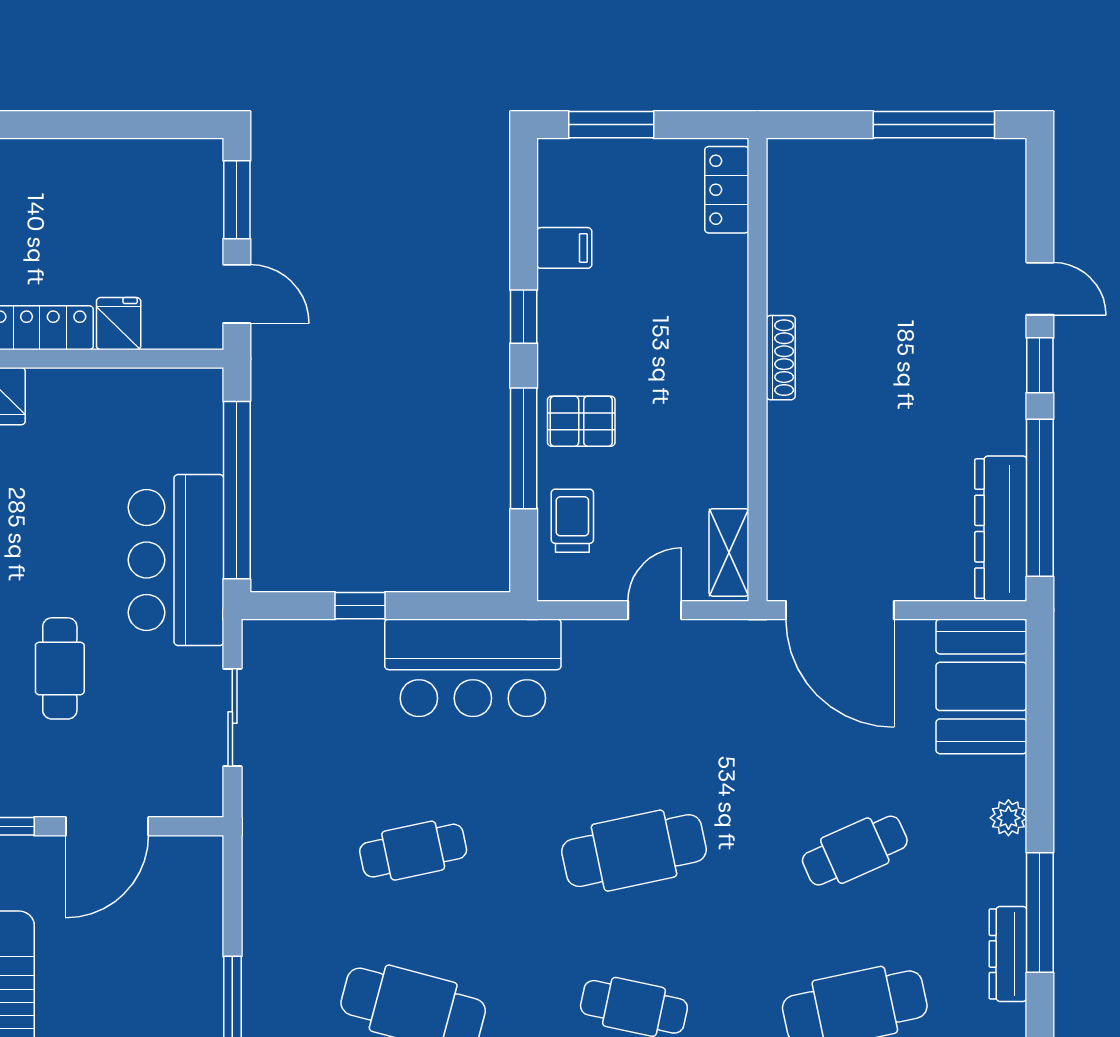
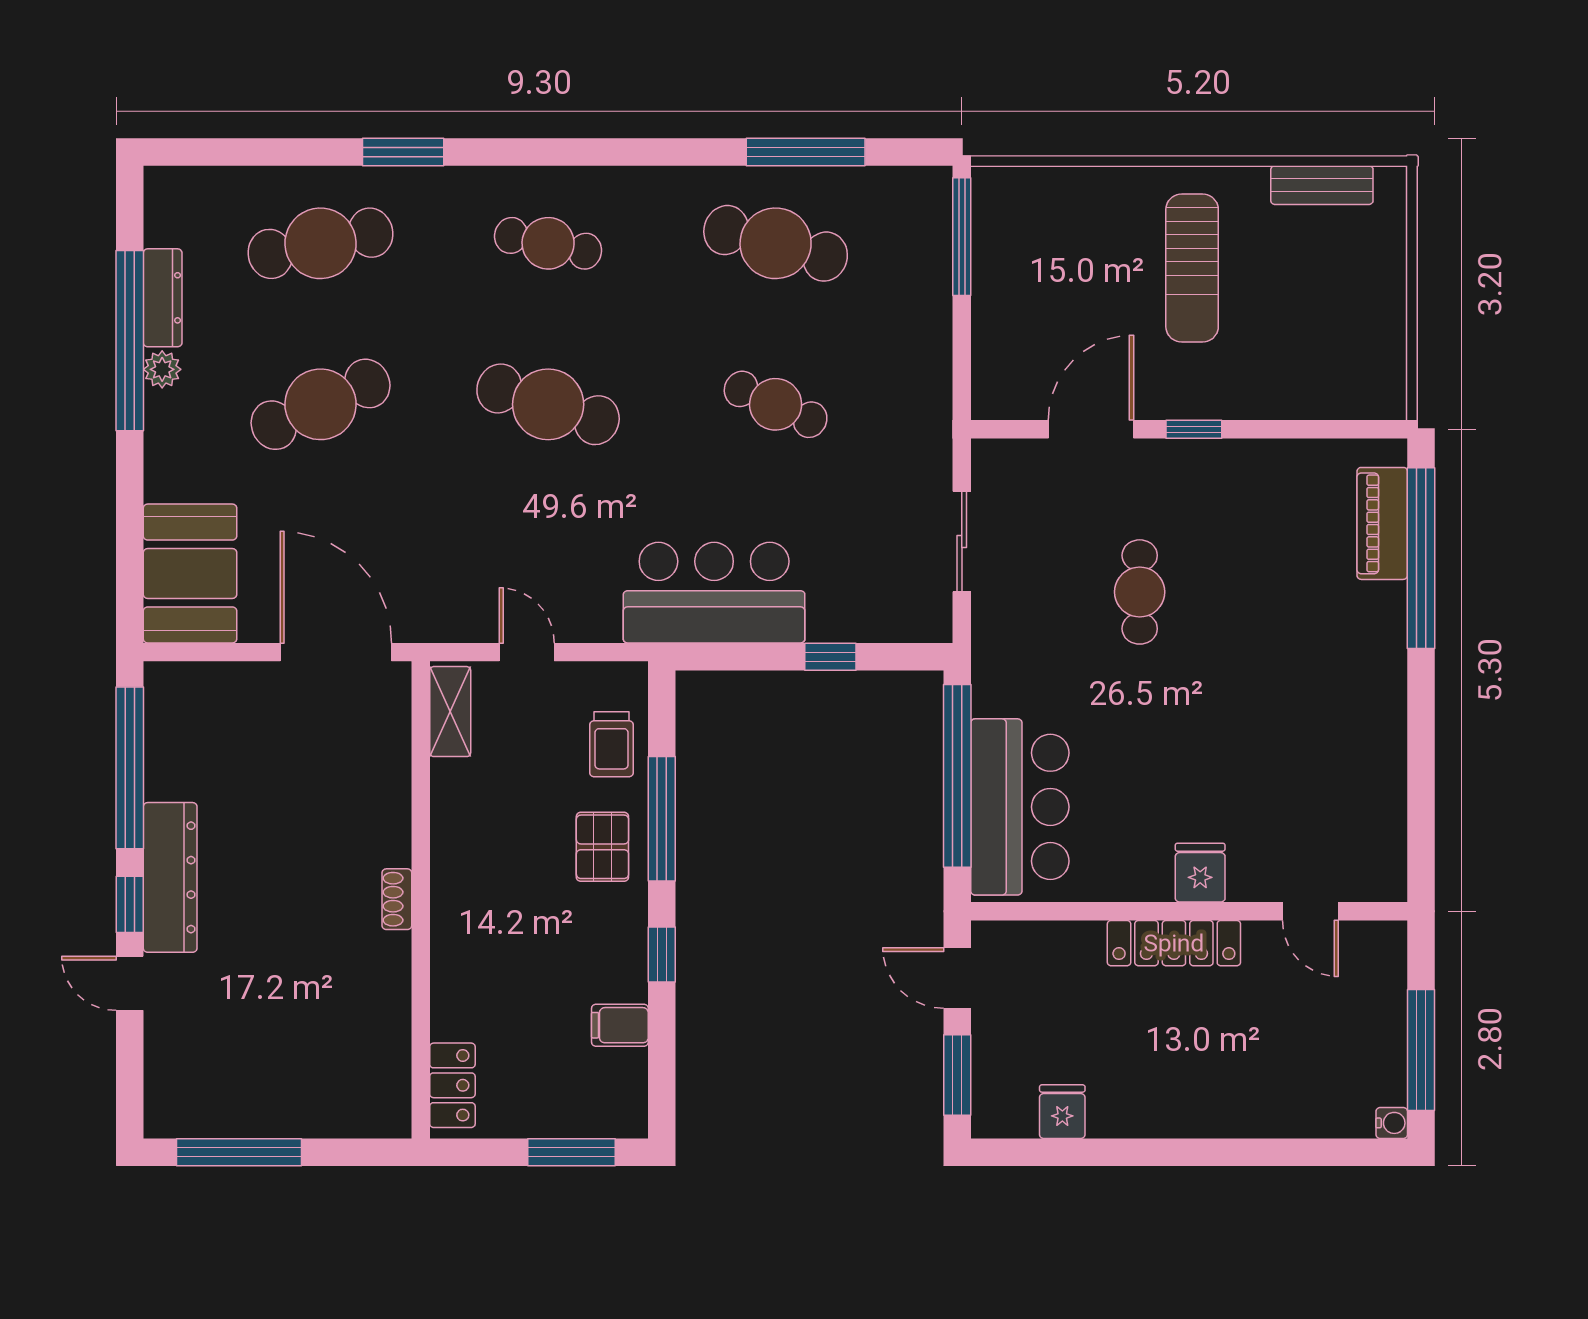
fridge: (119, 324) -> (1062, 1112), moved, turned 180
shoe rack: (781, 358) -> (397, 899), width x0.70
pallet: (581, 421) -> (602, 847), turned 90
dresser: (1001, 529) -> (170, 877), moved
bar counter: (176, 560) -> (1020, 807), moved
door: (655, 610) -> (527, 652), swing flipped
plant: (1008, 818) -> (162, 369), moved
cafe table: (413, 851) -> (776, 404), turned 36
cafe table: (634, 851) -> (548, 404), turned 30
cafe table: (855, 851) -> (321, 404), width x1.37, depth x1.35
window: (1040, 912) -> (130, 341), width x1.46

